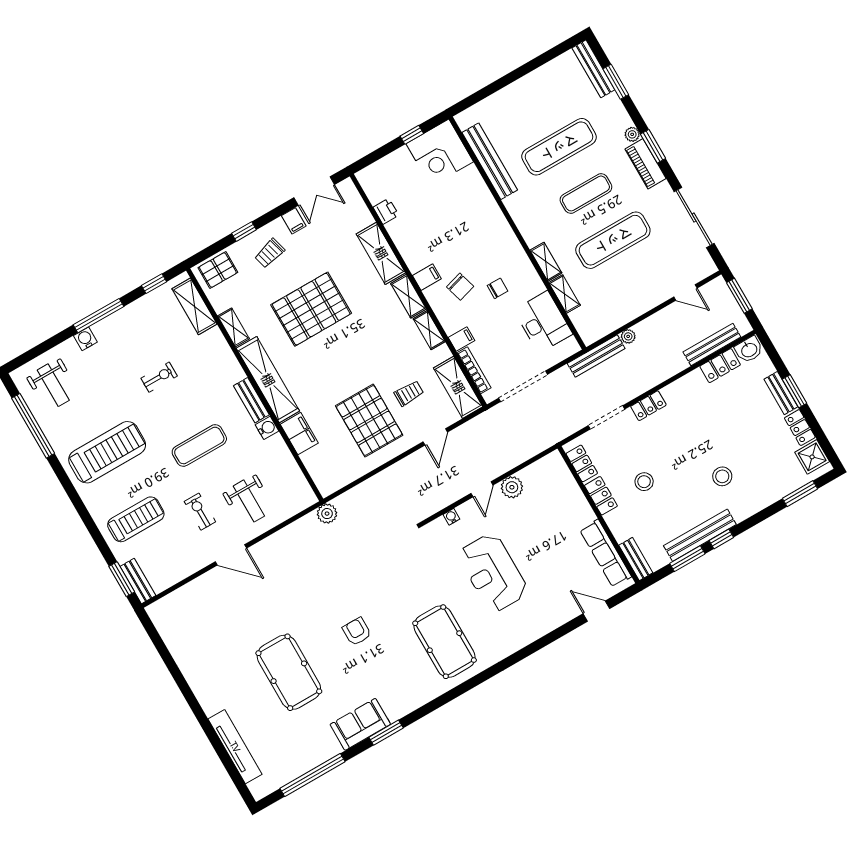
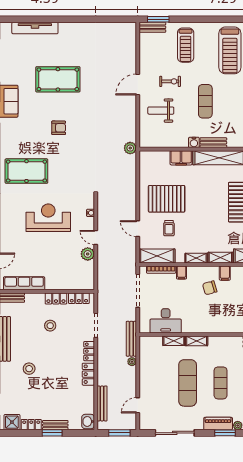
chair: (498, 288) -> (197, 307), removed
locker: (720, 366) -> (88, 374), moved

